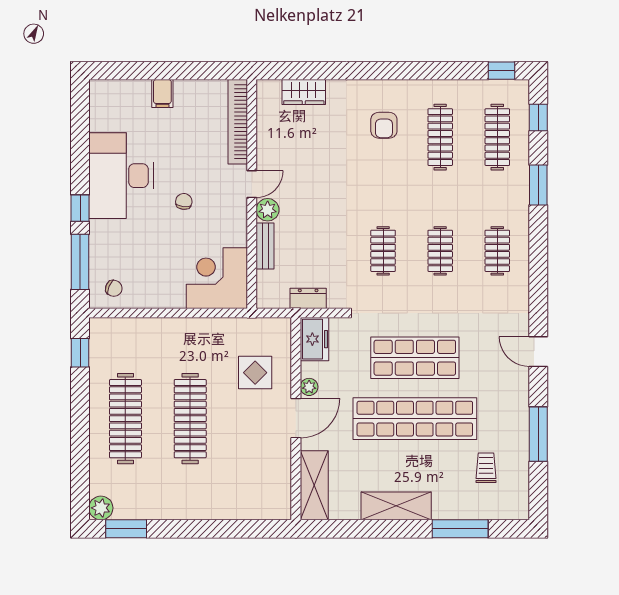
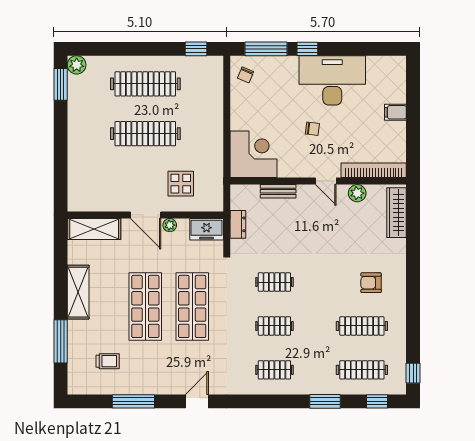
wardrobe: (304, 92) -> (397, 213), width x1.50
plant: (268, 210) -> (357, 193), moved
shop shelf: (415, 419) -> (145, 306), width x0.71

